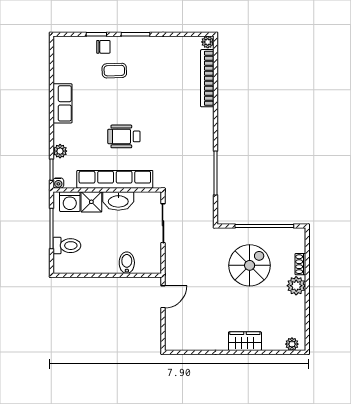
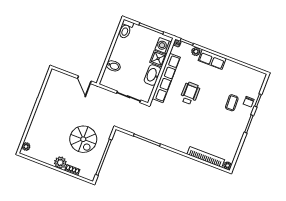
row of seats: (63, 103) -> (212, 59), moved
toilet: (67, 246) -> (126, 29), moved
wardrobe: (245, 341) -> (39, 119), removed

